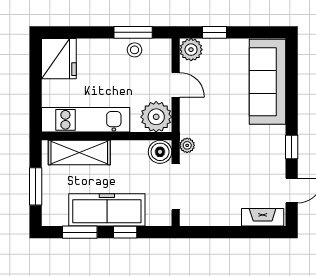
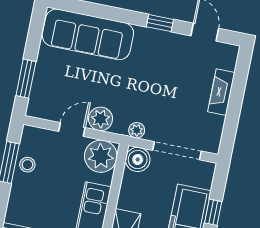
window: (214, 32) -> (26, 79), width x1.50
plant: (191, 50) -> (101, 119), moved
fireplace: (263, 217) -> (221, 92), moved

